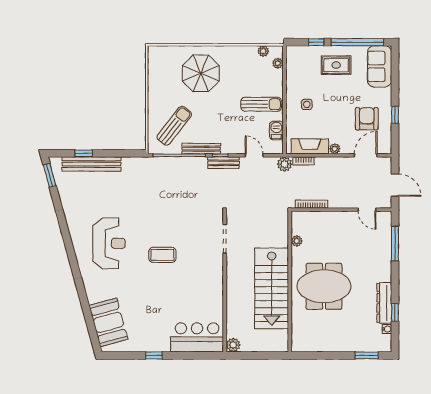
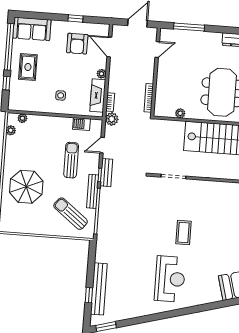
sun lounger: (261, 104) -> (71, 160), moved
armchair: (367, 119) -> (77, 44), turned -90
reception desk: (109, 243) -> (170, 279), turned 90

